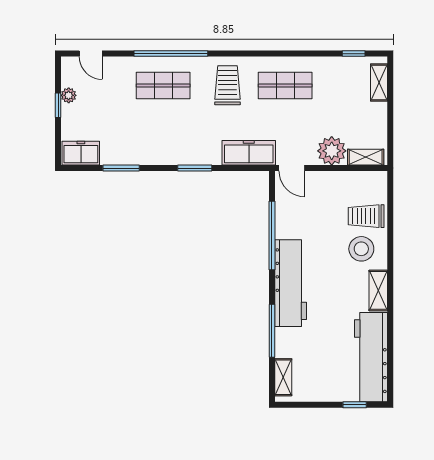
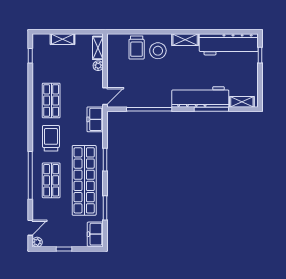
shelving: (379, 82) -> (63, 39), moved
trolley: (227, 85) -> (51, 138), turned 90
plant: (69, 95) -> (37, 242), moved
shop shelf: (163, 136) -> (84, 180), added
plant: (332, 151) -> (98, 66), width x0.53, depth x0.53
freezer: (249, 153) -> (95, 119), width x0.71
workbench: (291, 283) -> (200, 97), moved

